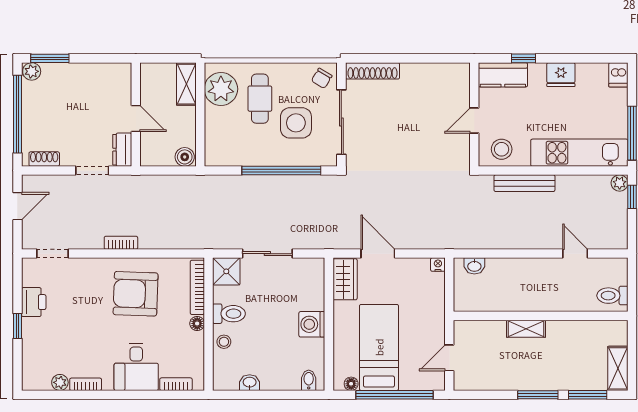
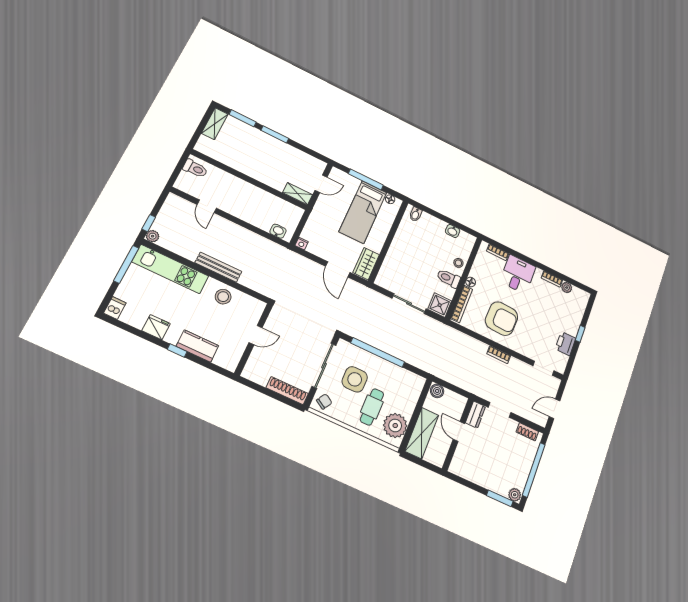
shelving: (186, 84) -> (422, 433), width x1.50, depth x1.33
wall: (474, 114) -> (254, 339), moved
door: (474, 121) -> (256, 335), moved
washing machine: (312, 324) -> (399, 247), removed
shelving: (526, 329) -> (298, 194), moved
window: (395, 395) -> (366, 179), width x0.68

